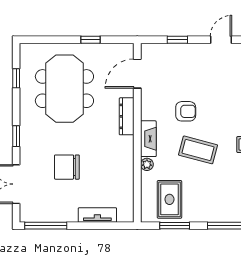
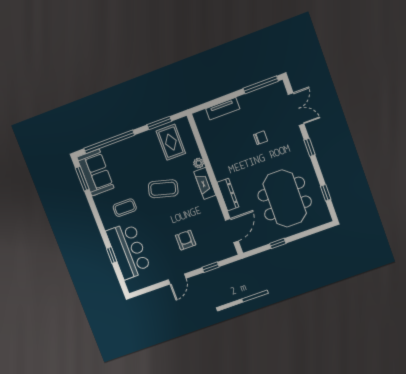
armchair: (186, 111) -> (186, 240), moved, turned 90
chair: (67, 167) -> (261, 138), width x0.54, depth x0.54

